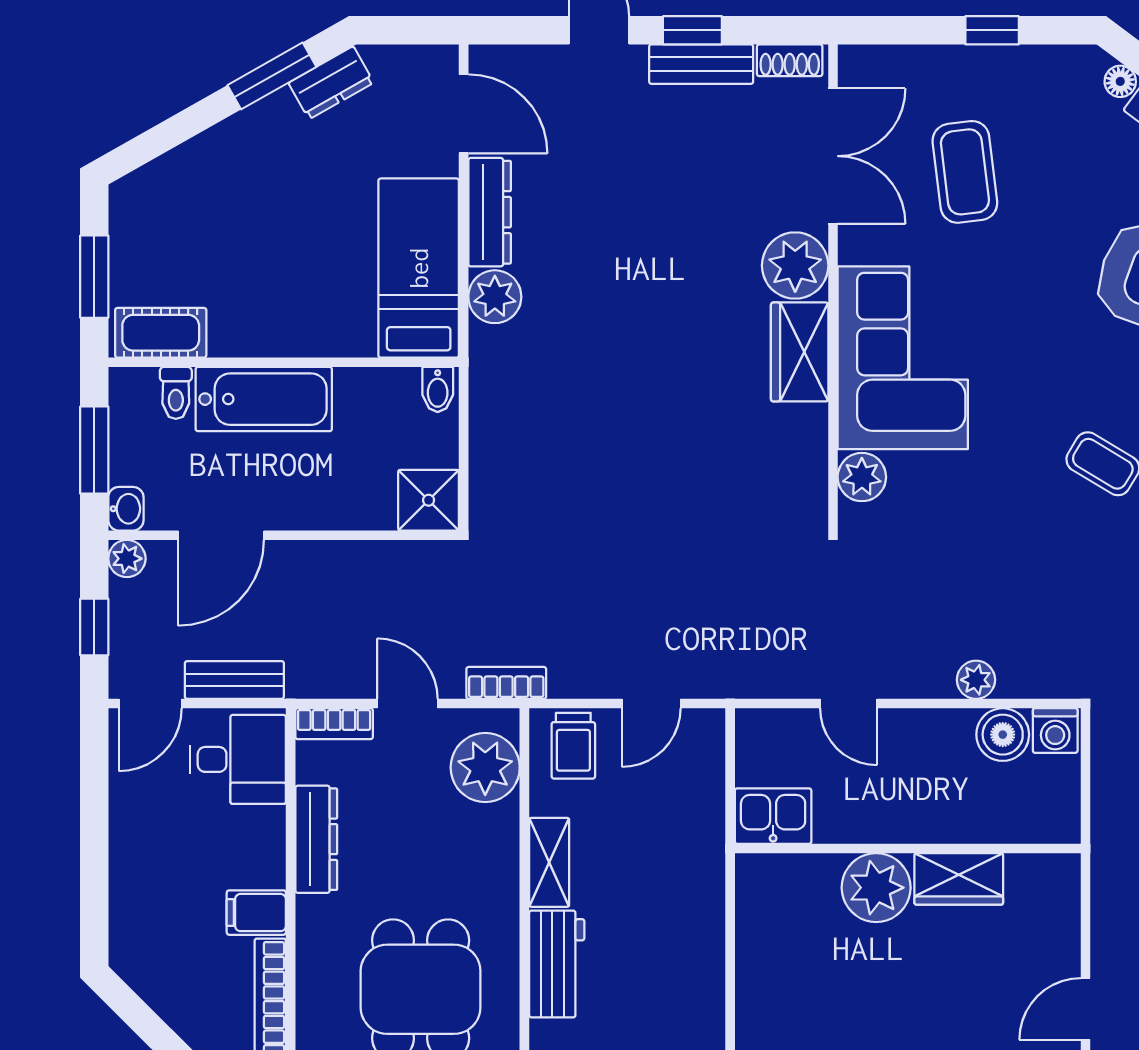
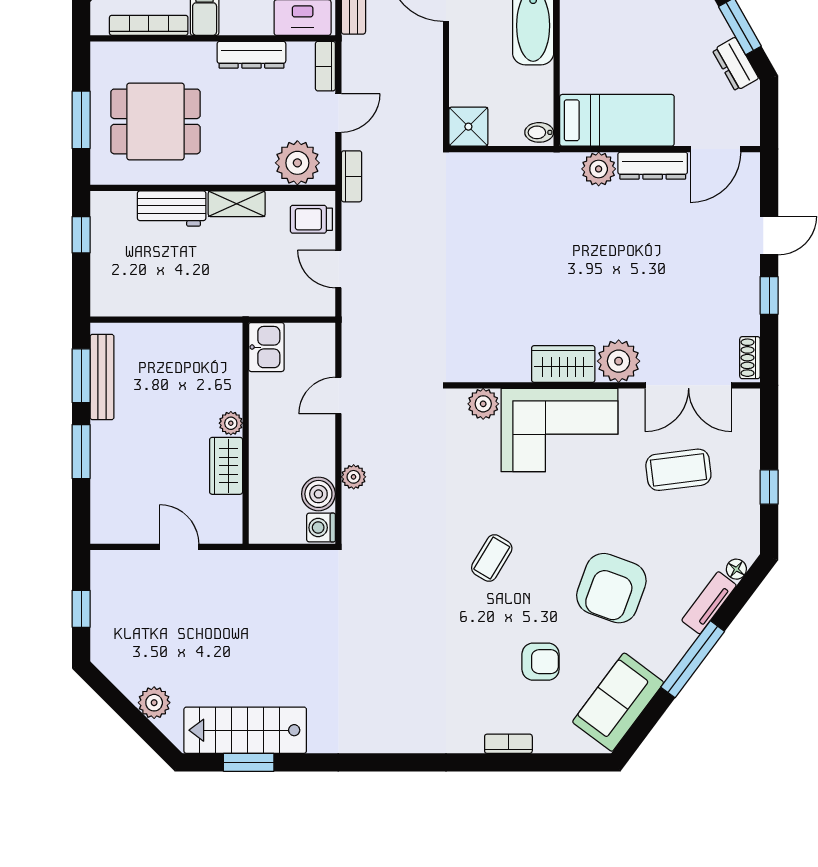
bench: (701, 64) -> (747, 301), removed
plant: (876, 888) -> (231, 423), width x0.53, depth x0.53
door: (1085, 1009) -> (179, 547), moved

